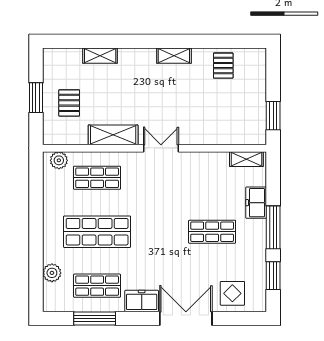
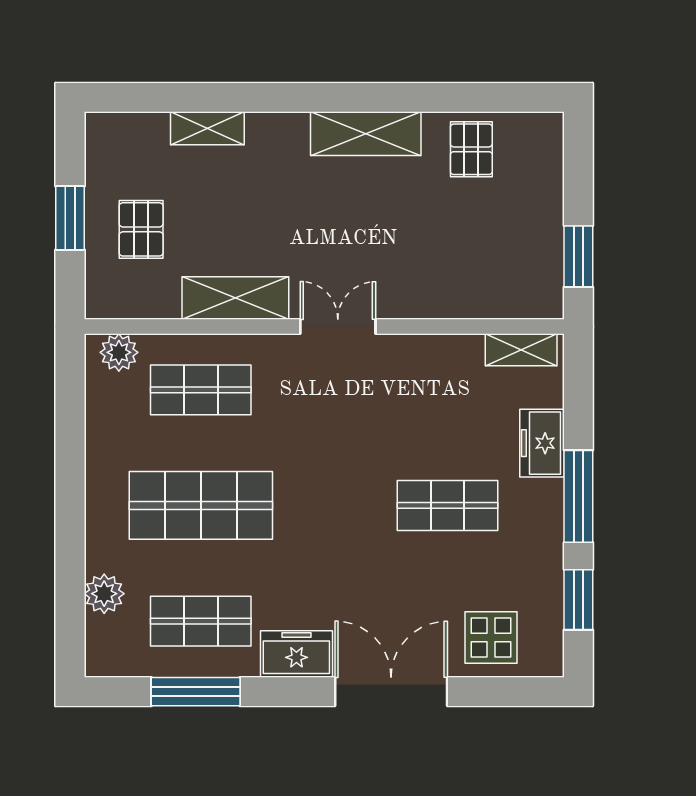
shelving: (174, 56) -> (366, 134), width x1.50, depth x1.33

